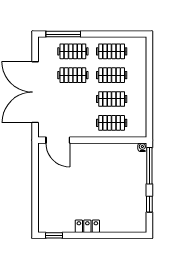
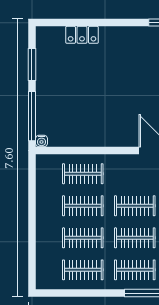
clothes rail: (73, 99) -> (135, 206), added
window: (149, 204) -> (32, 65), width x1.50
locker: (87, 226) -> (82, 35), moved

